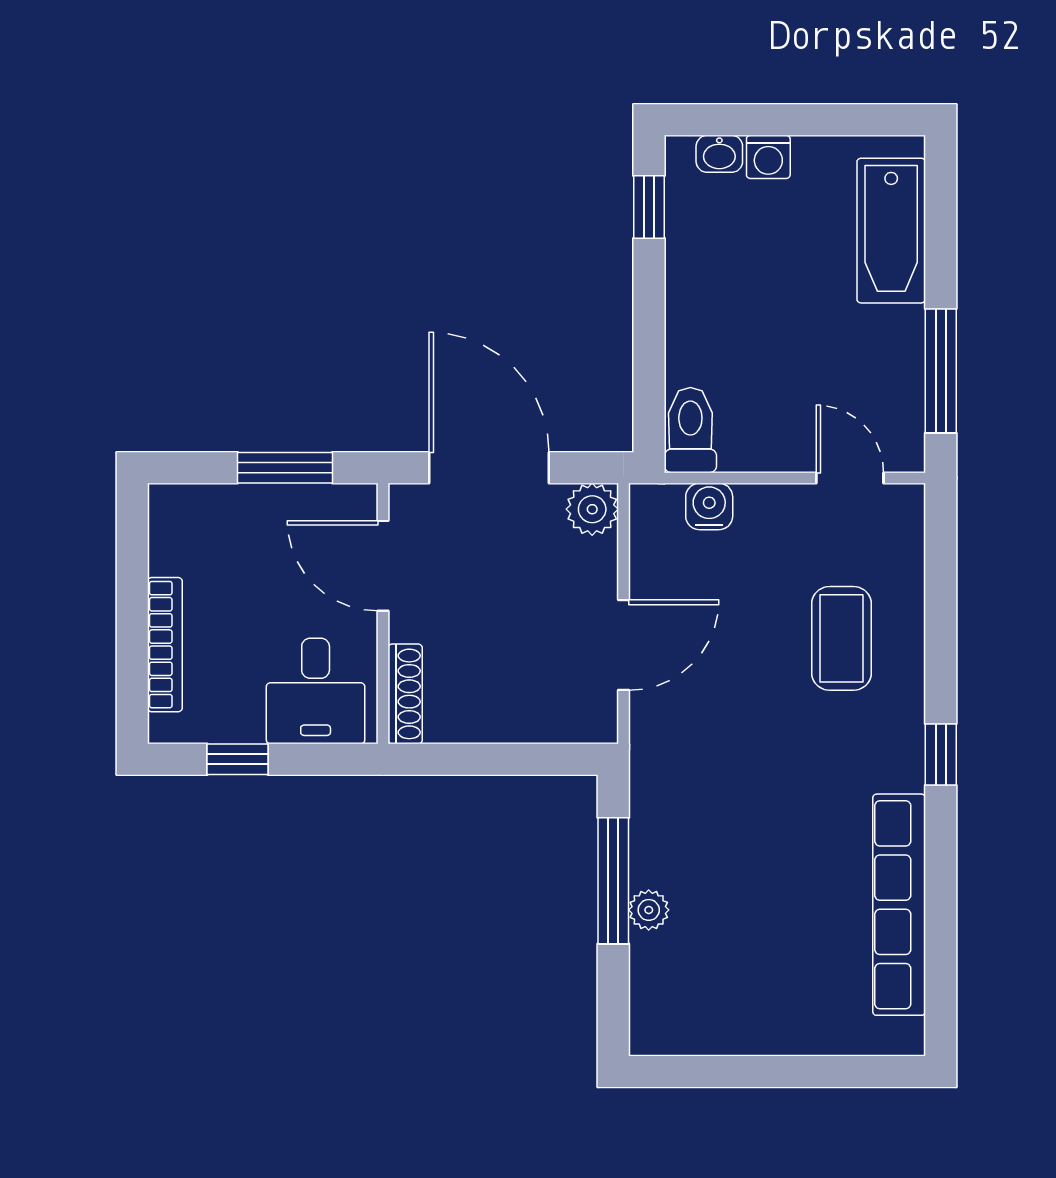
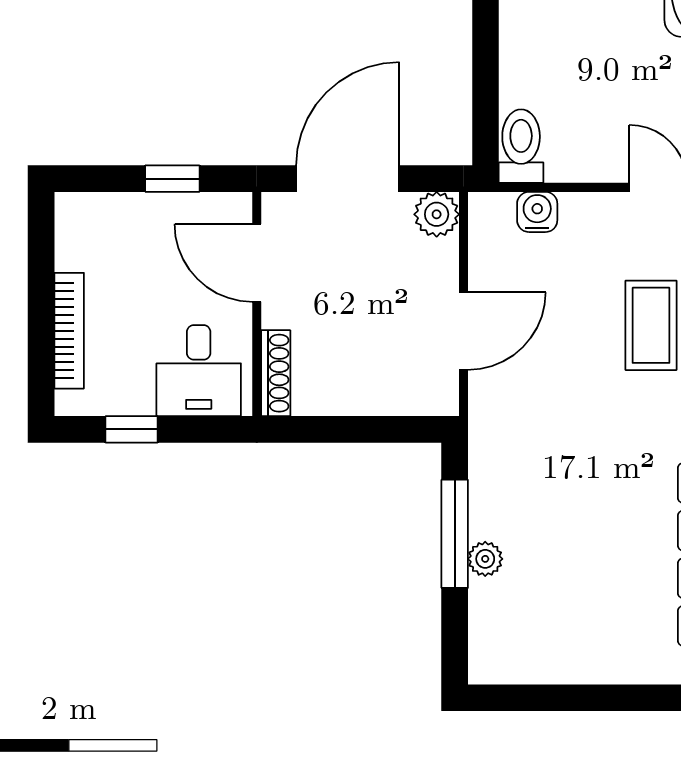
window: (285, 468) -> (172, 179), width x0.67
door: (489, 468) -> (348, 179), hinge flipped

